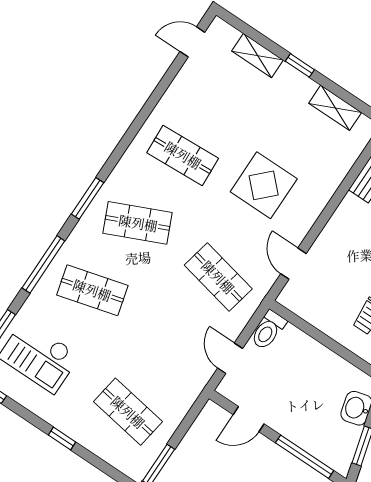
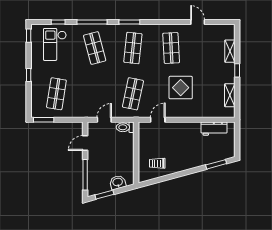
door: (192, 42) -> (198, 22), moved
shop shelf: (138, 223) -> (133, 48), turned 30
door: (249, 419) -> (85, 143), hinge flipped

